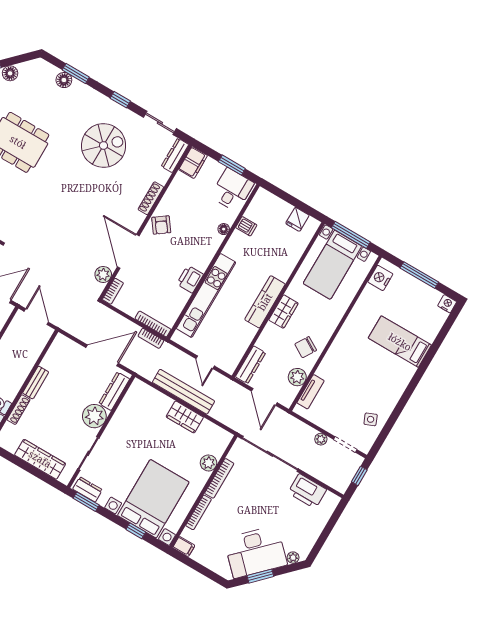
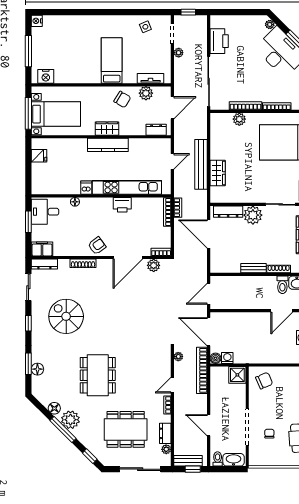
dishwasher: (246, 226) -> (86, 188), moved
bed: (400, 342) -> (112, 61), moved, turned 180
dresser: (251, 365) -> (156, 130), width x0.70
wardrobe: (185, 417) -> (218, 173), moved

